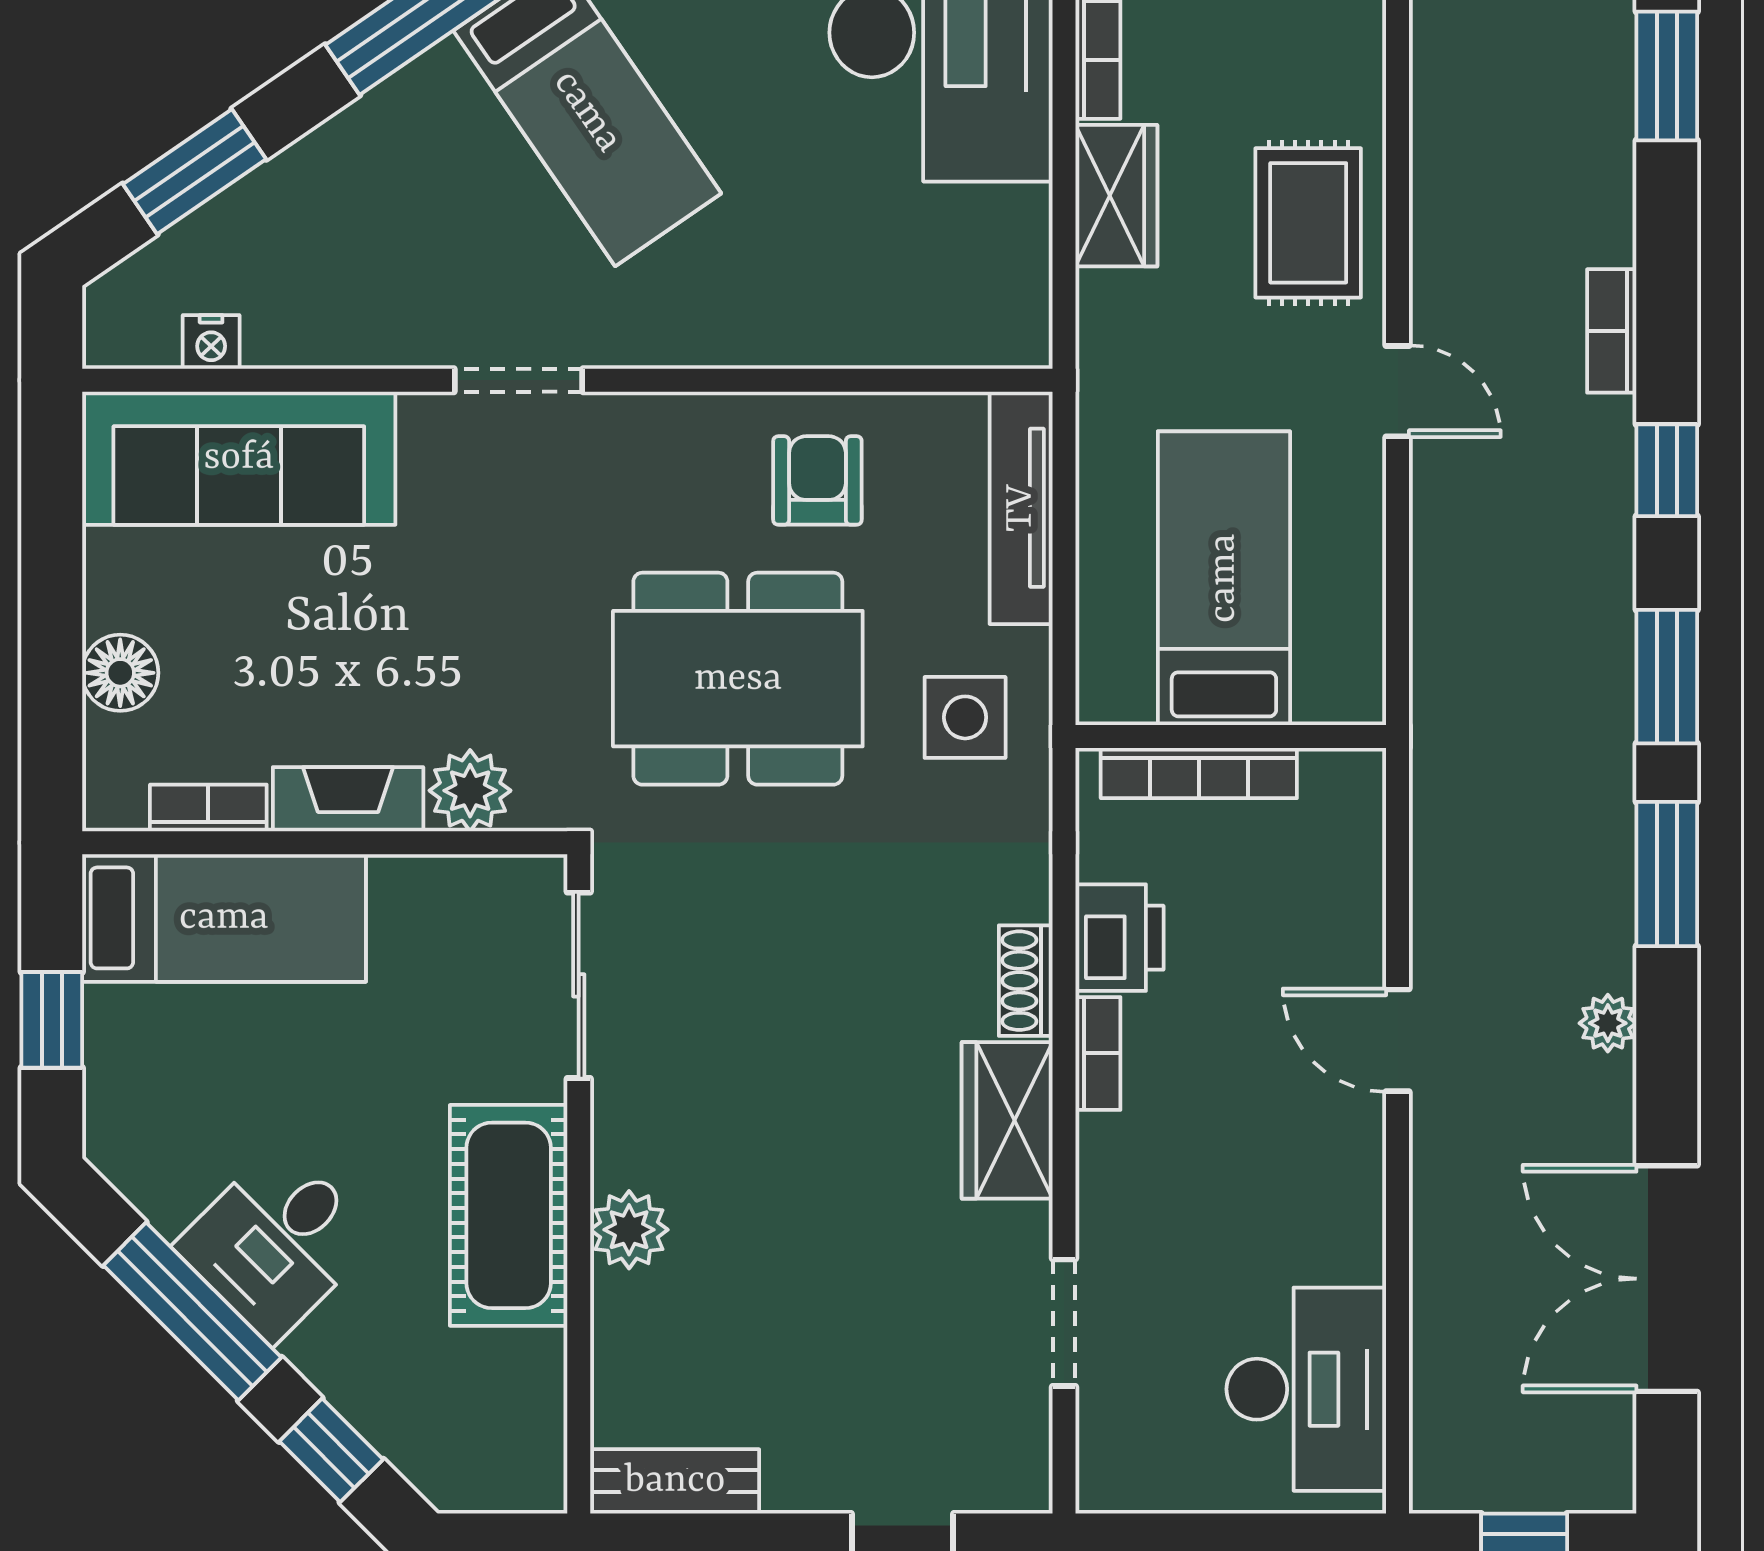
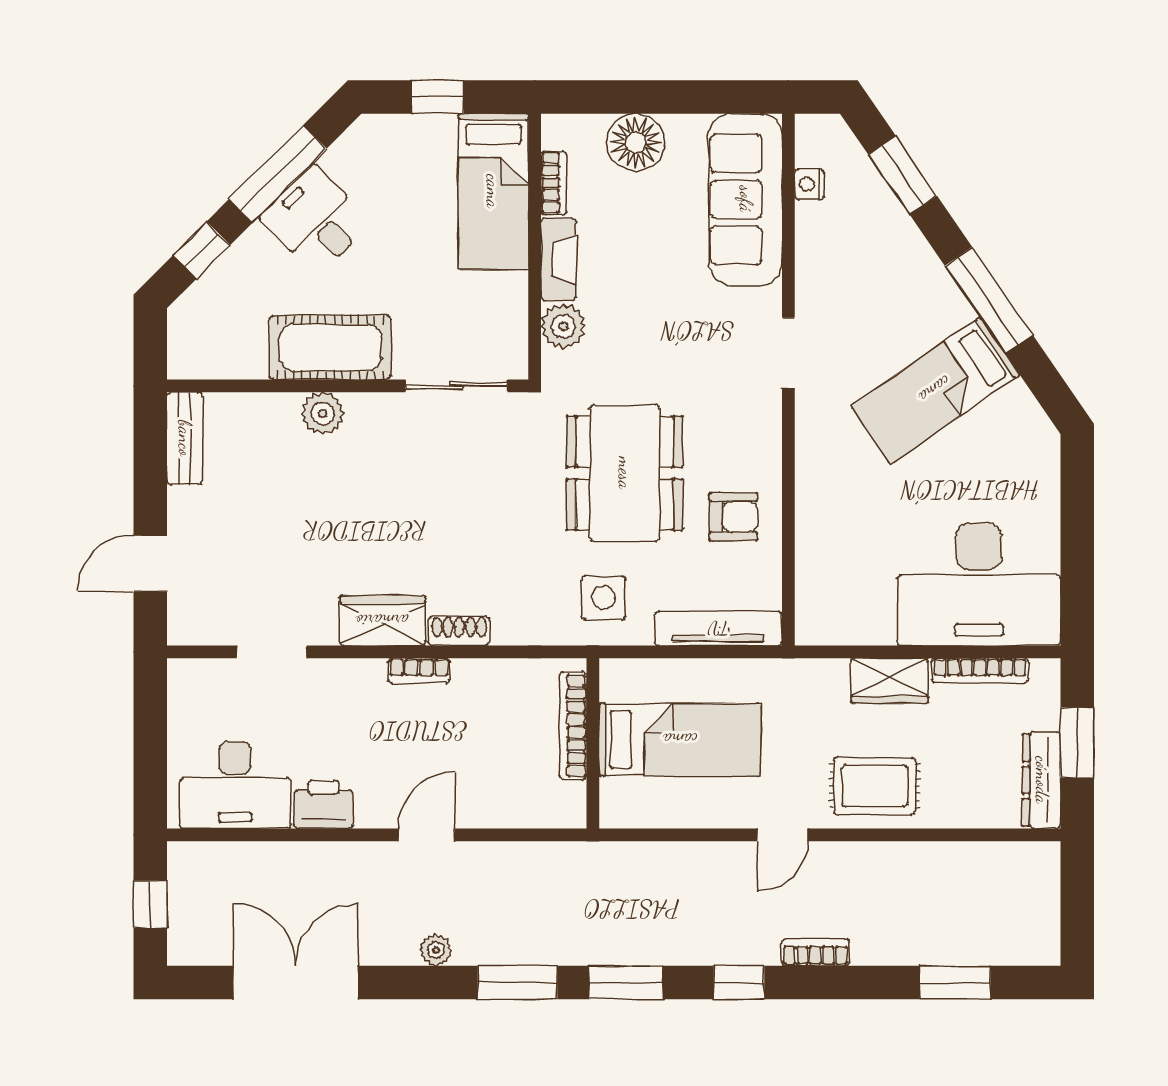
floor lamp: (120, 673) -> (636, 142), width x1.38, depth x1.38
printer: (1119, 938) -> (323, 804), moved, turned 180

